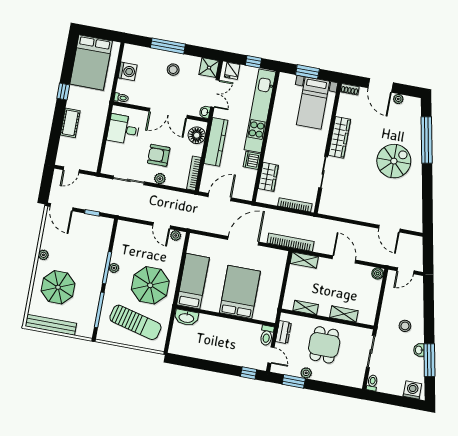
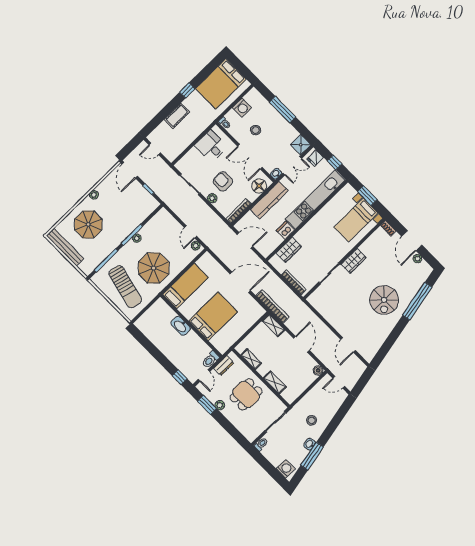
stool: (173, 70) -> (255, 130), moved
wardrobe: (339, 137) -> (354, 261), width x0.67
spiral stairs: (394, 161) -> (384, 300), turned 90
washbasin: (186, 318) -> (181, 326), moved

